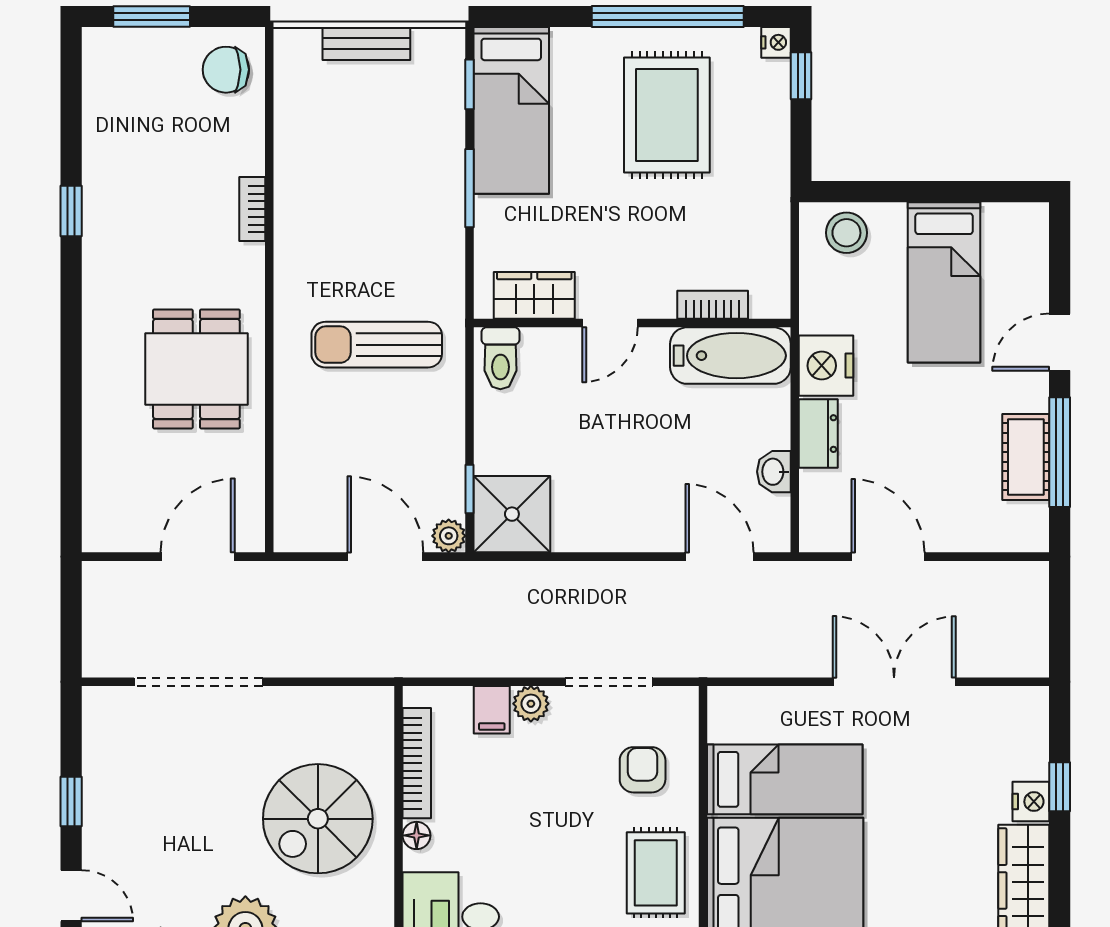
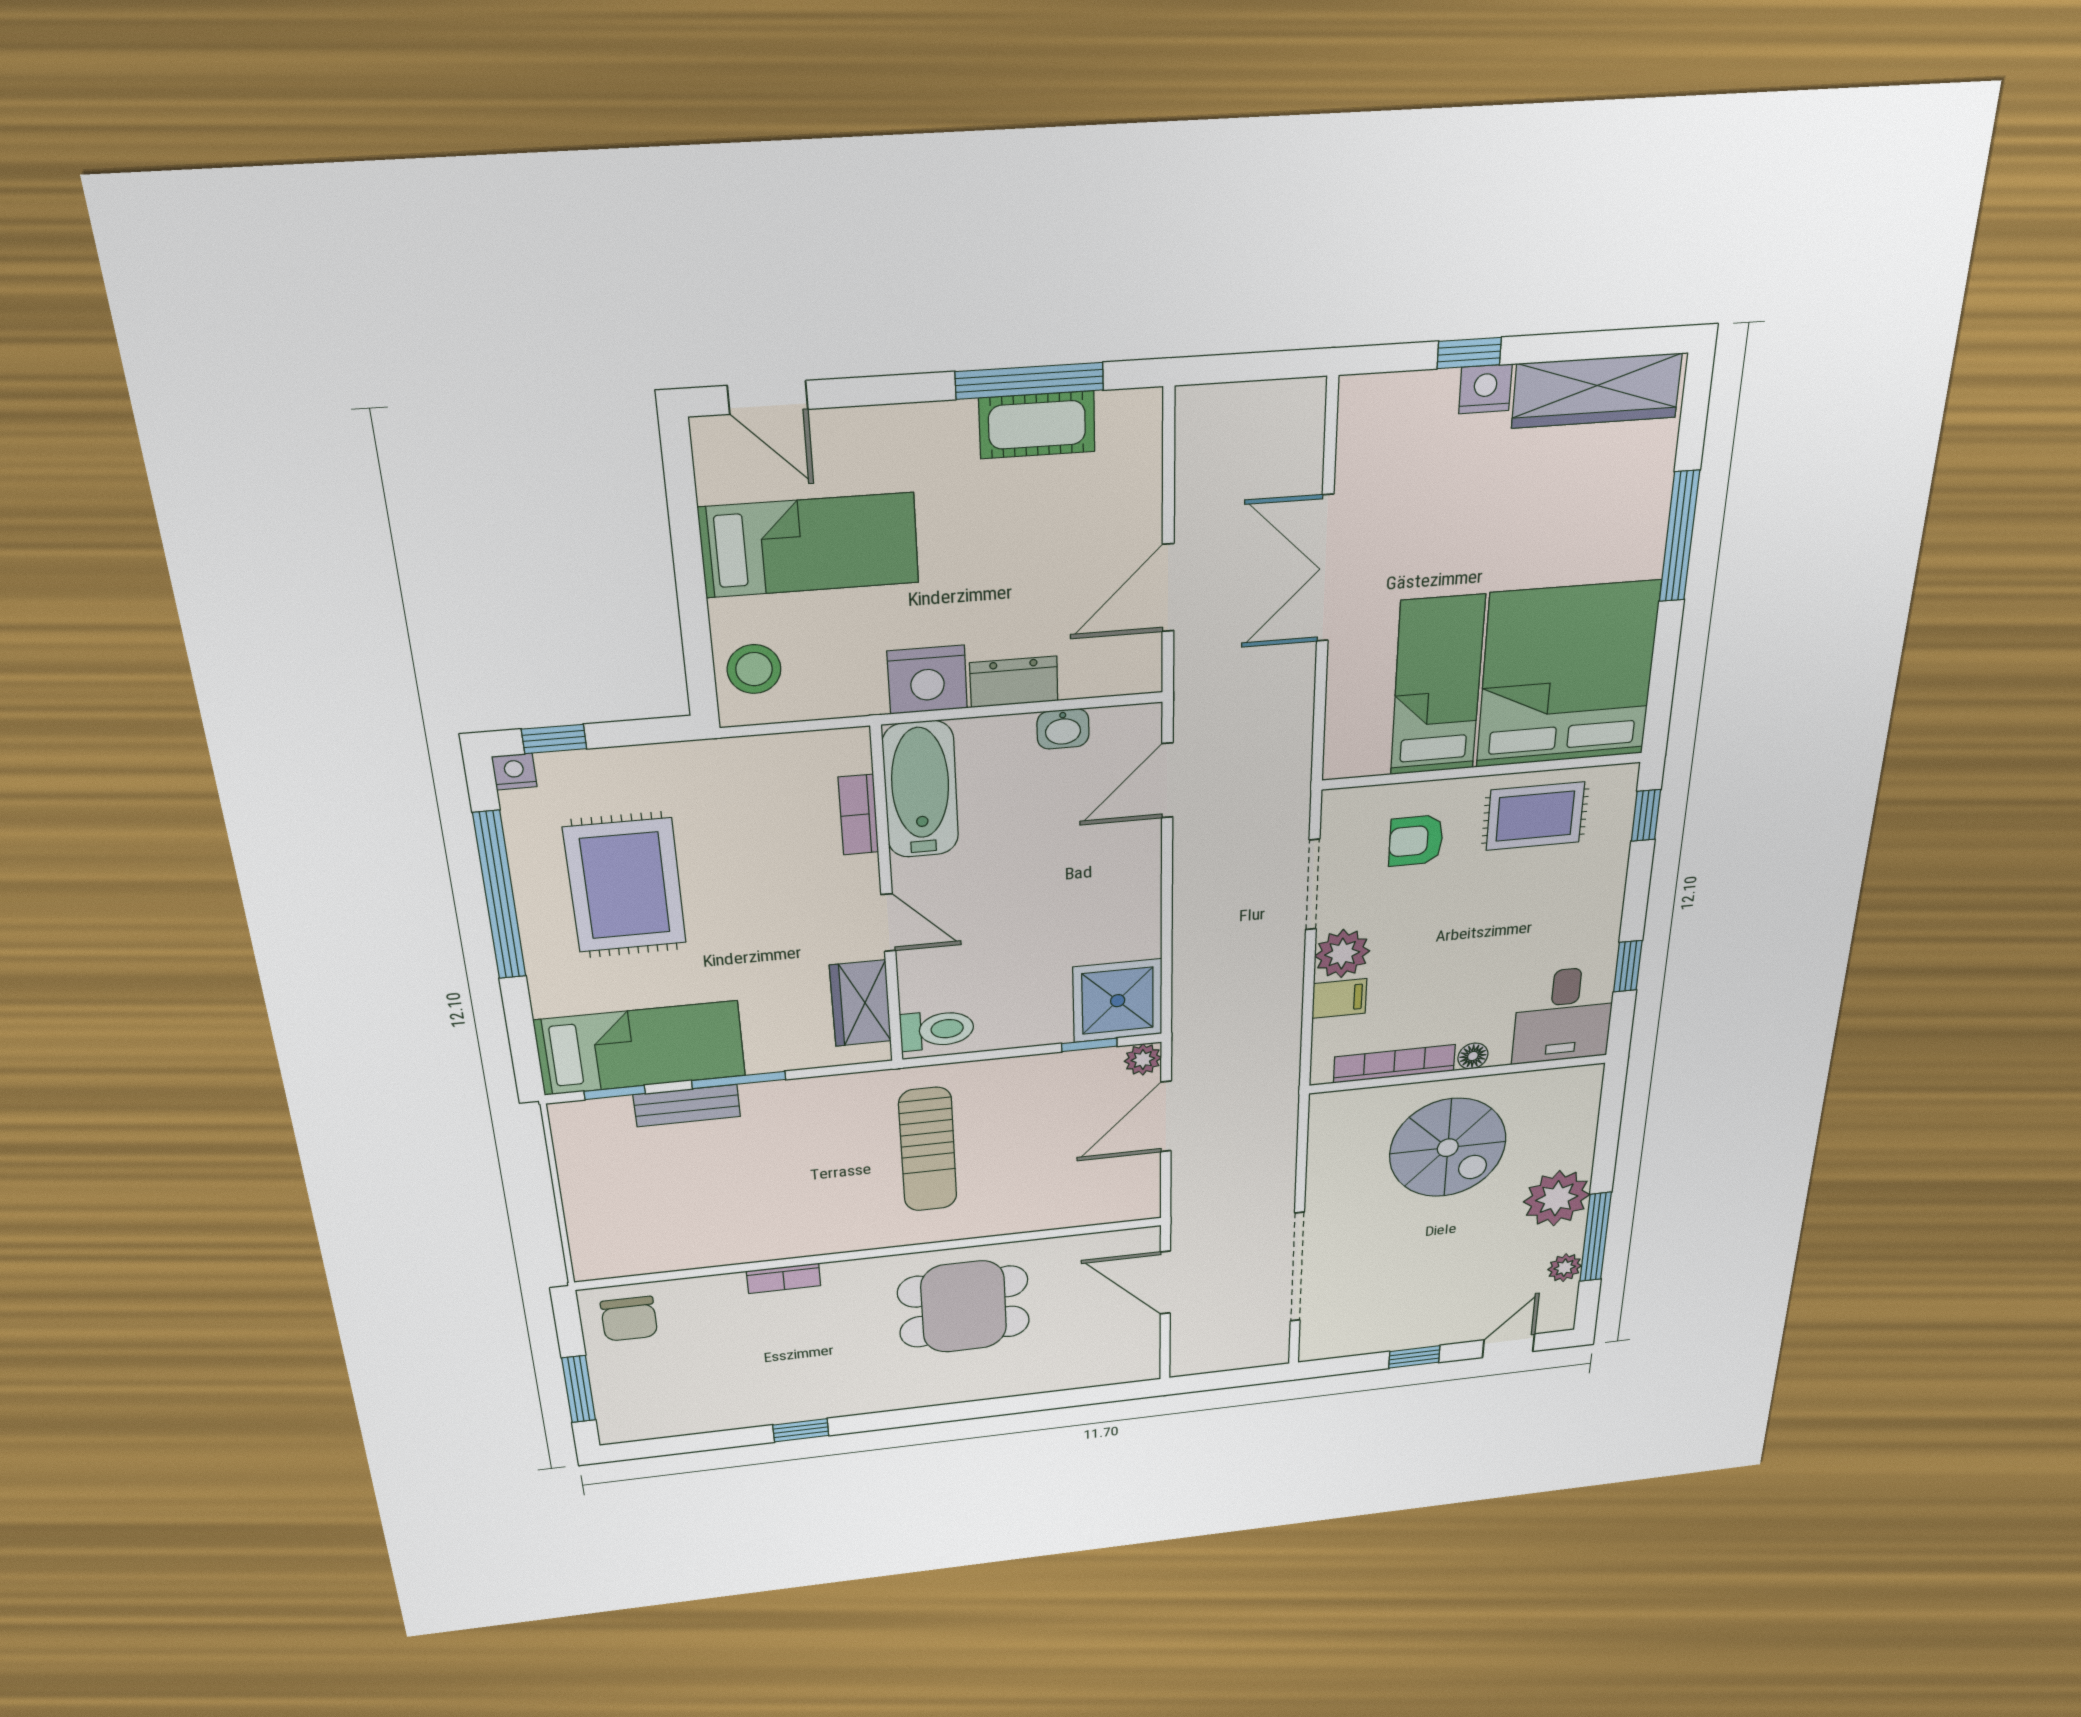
bench: (366, 44) -> (687, 1106), moved, turned 90
rug: (667, 115) -> (625, 886), turned 90
door: (1060, 342) -> (768, 397), moved
plant: (531, 704) -> (1342, 954), width x1.38, depth x1.38

